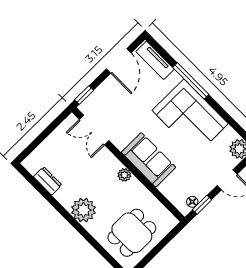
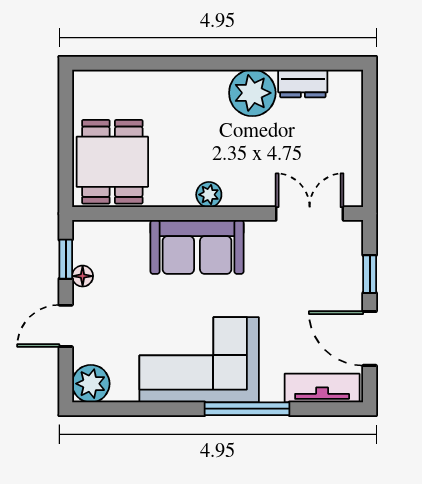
window: (84, 95) -> (370, 274), moved
floor lamp: (192, 202) -> (83, 276), moved
plant: (83, 210) -> (252, 93), moved
dining table: (132, 233) -> (112, 162), moved

